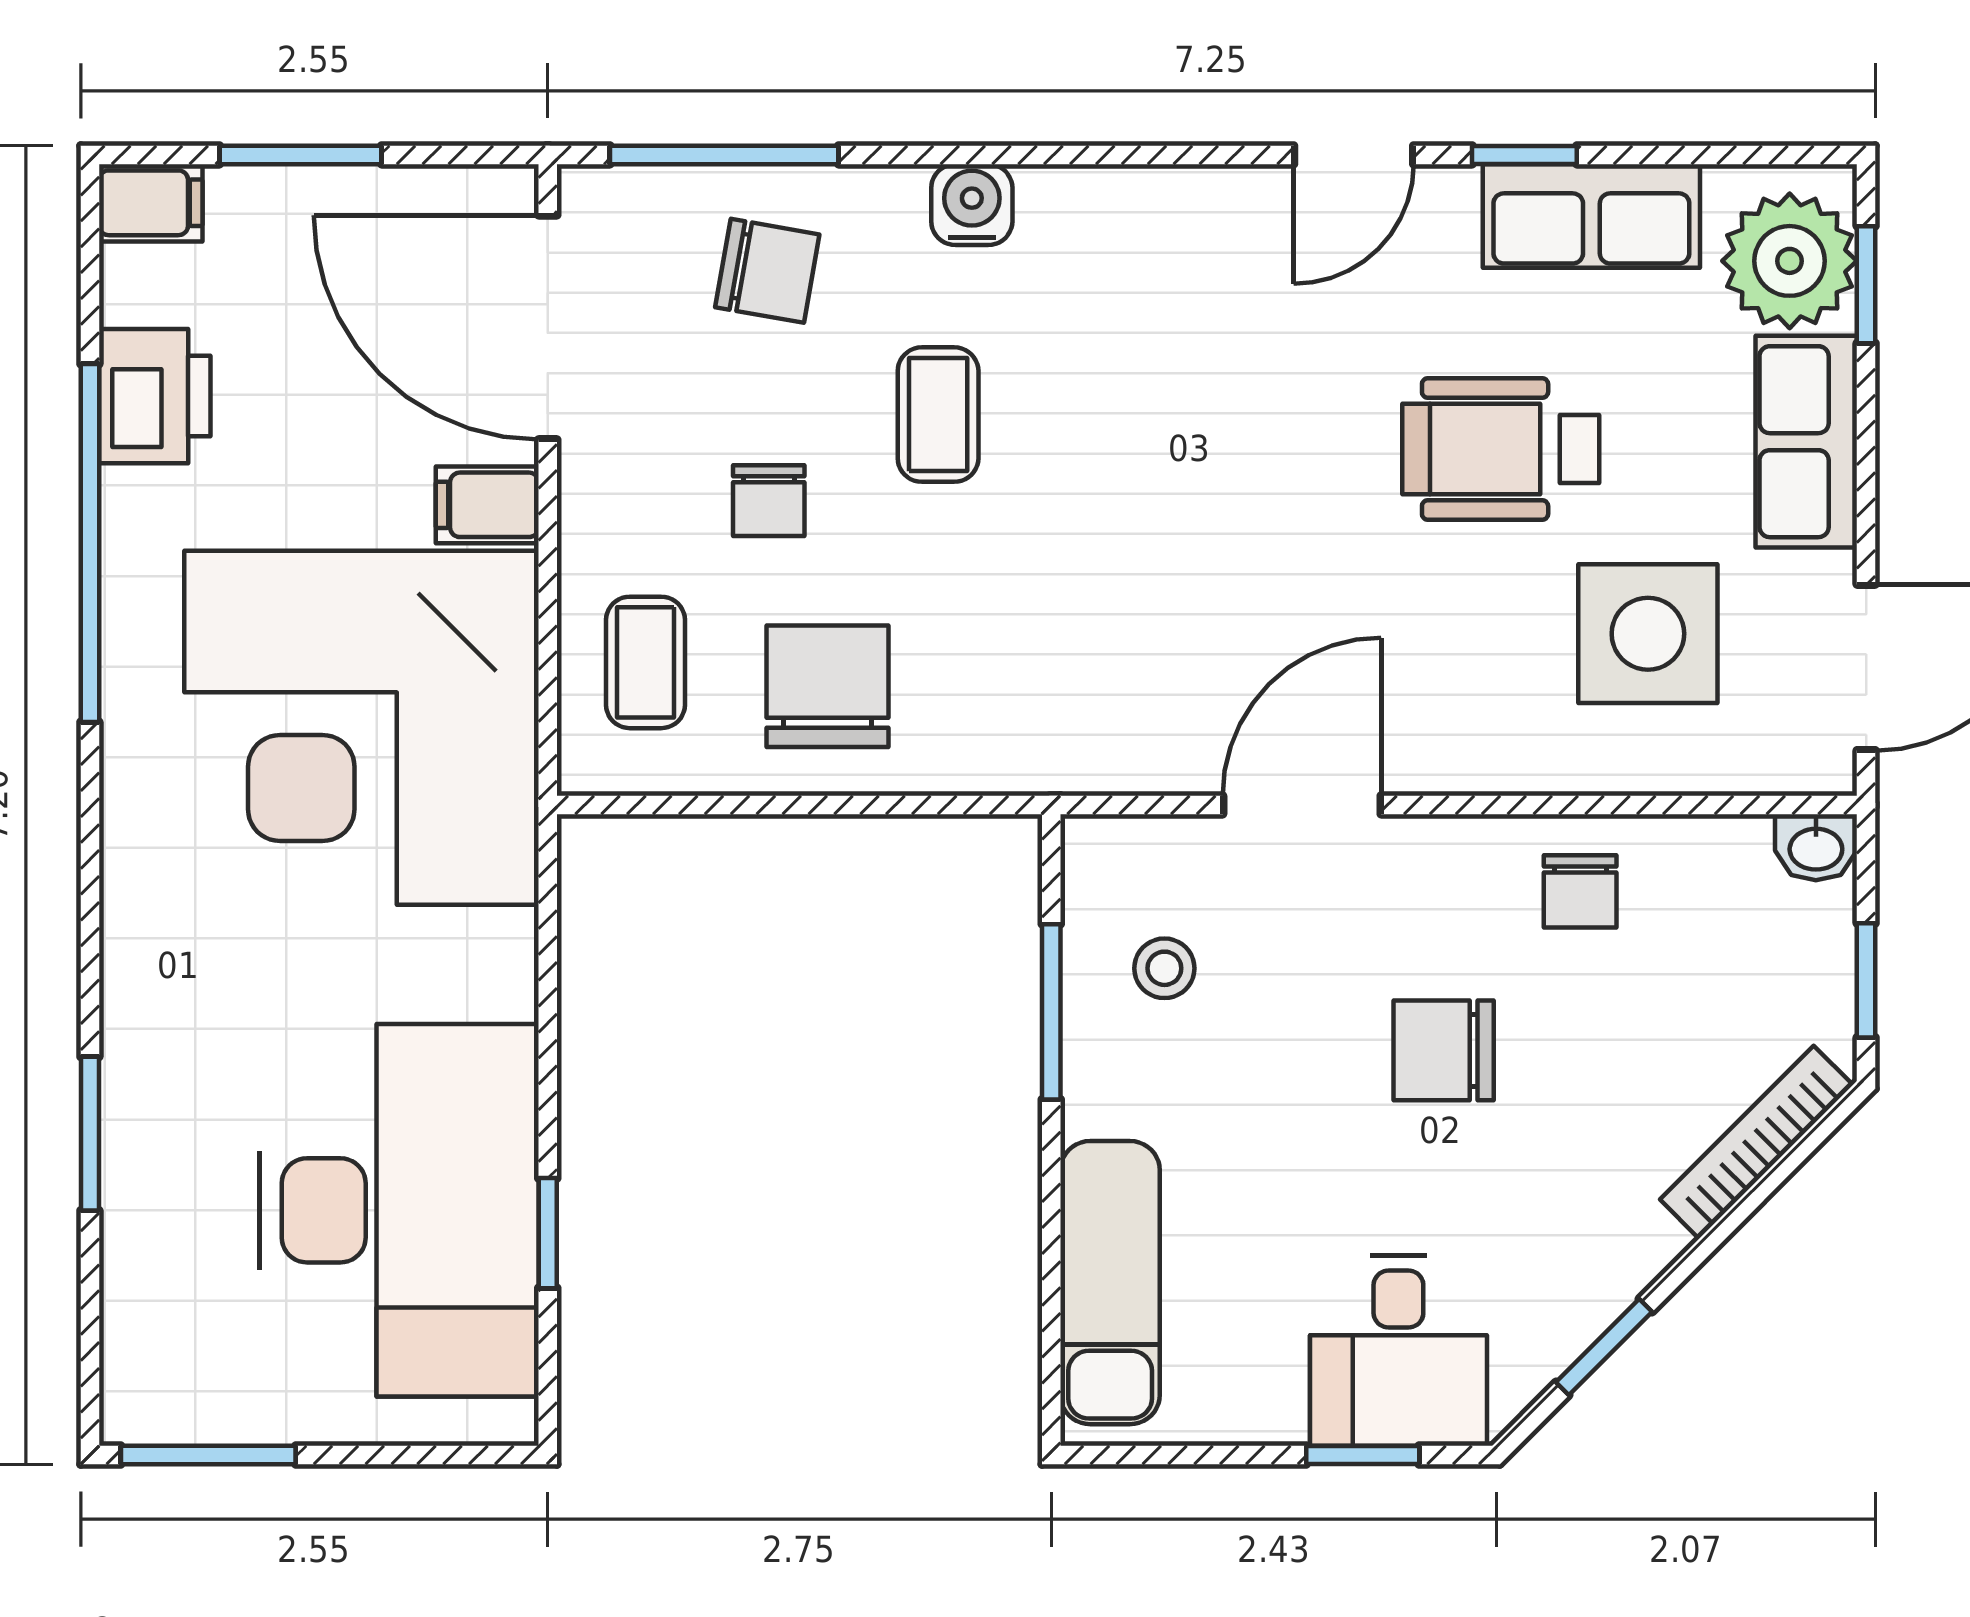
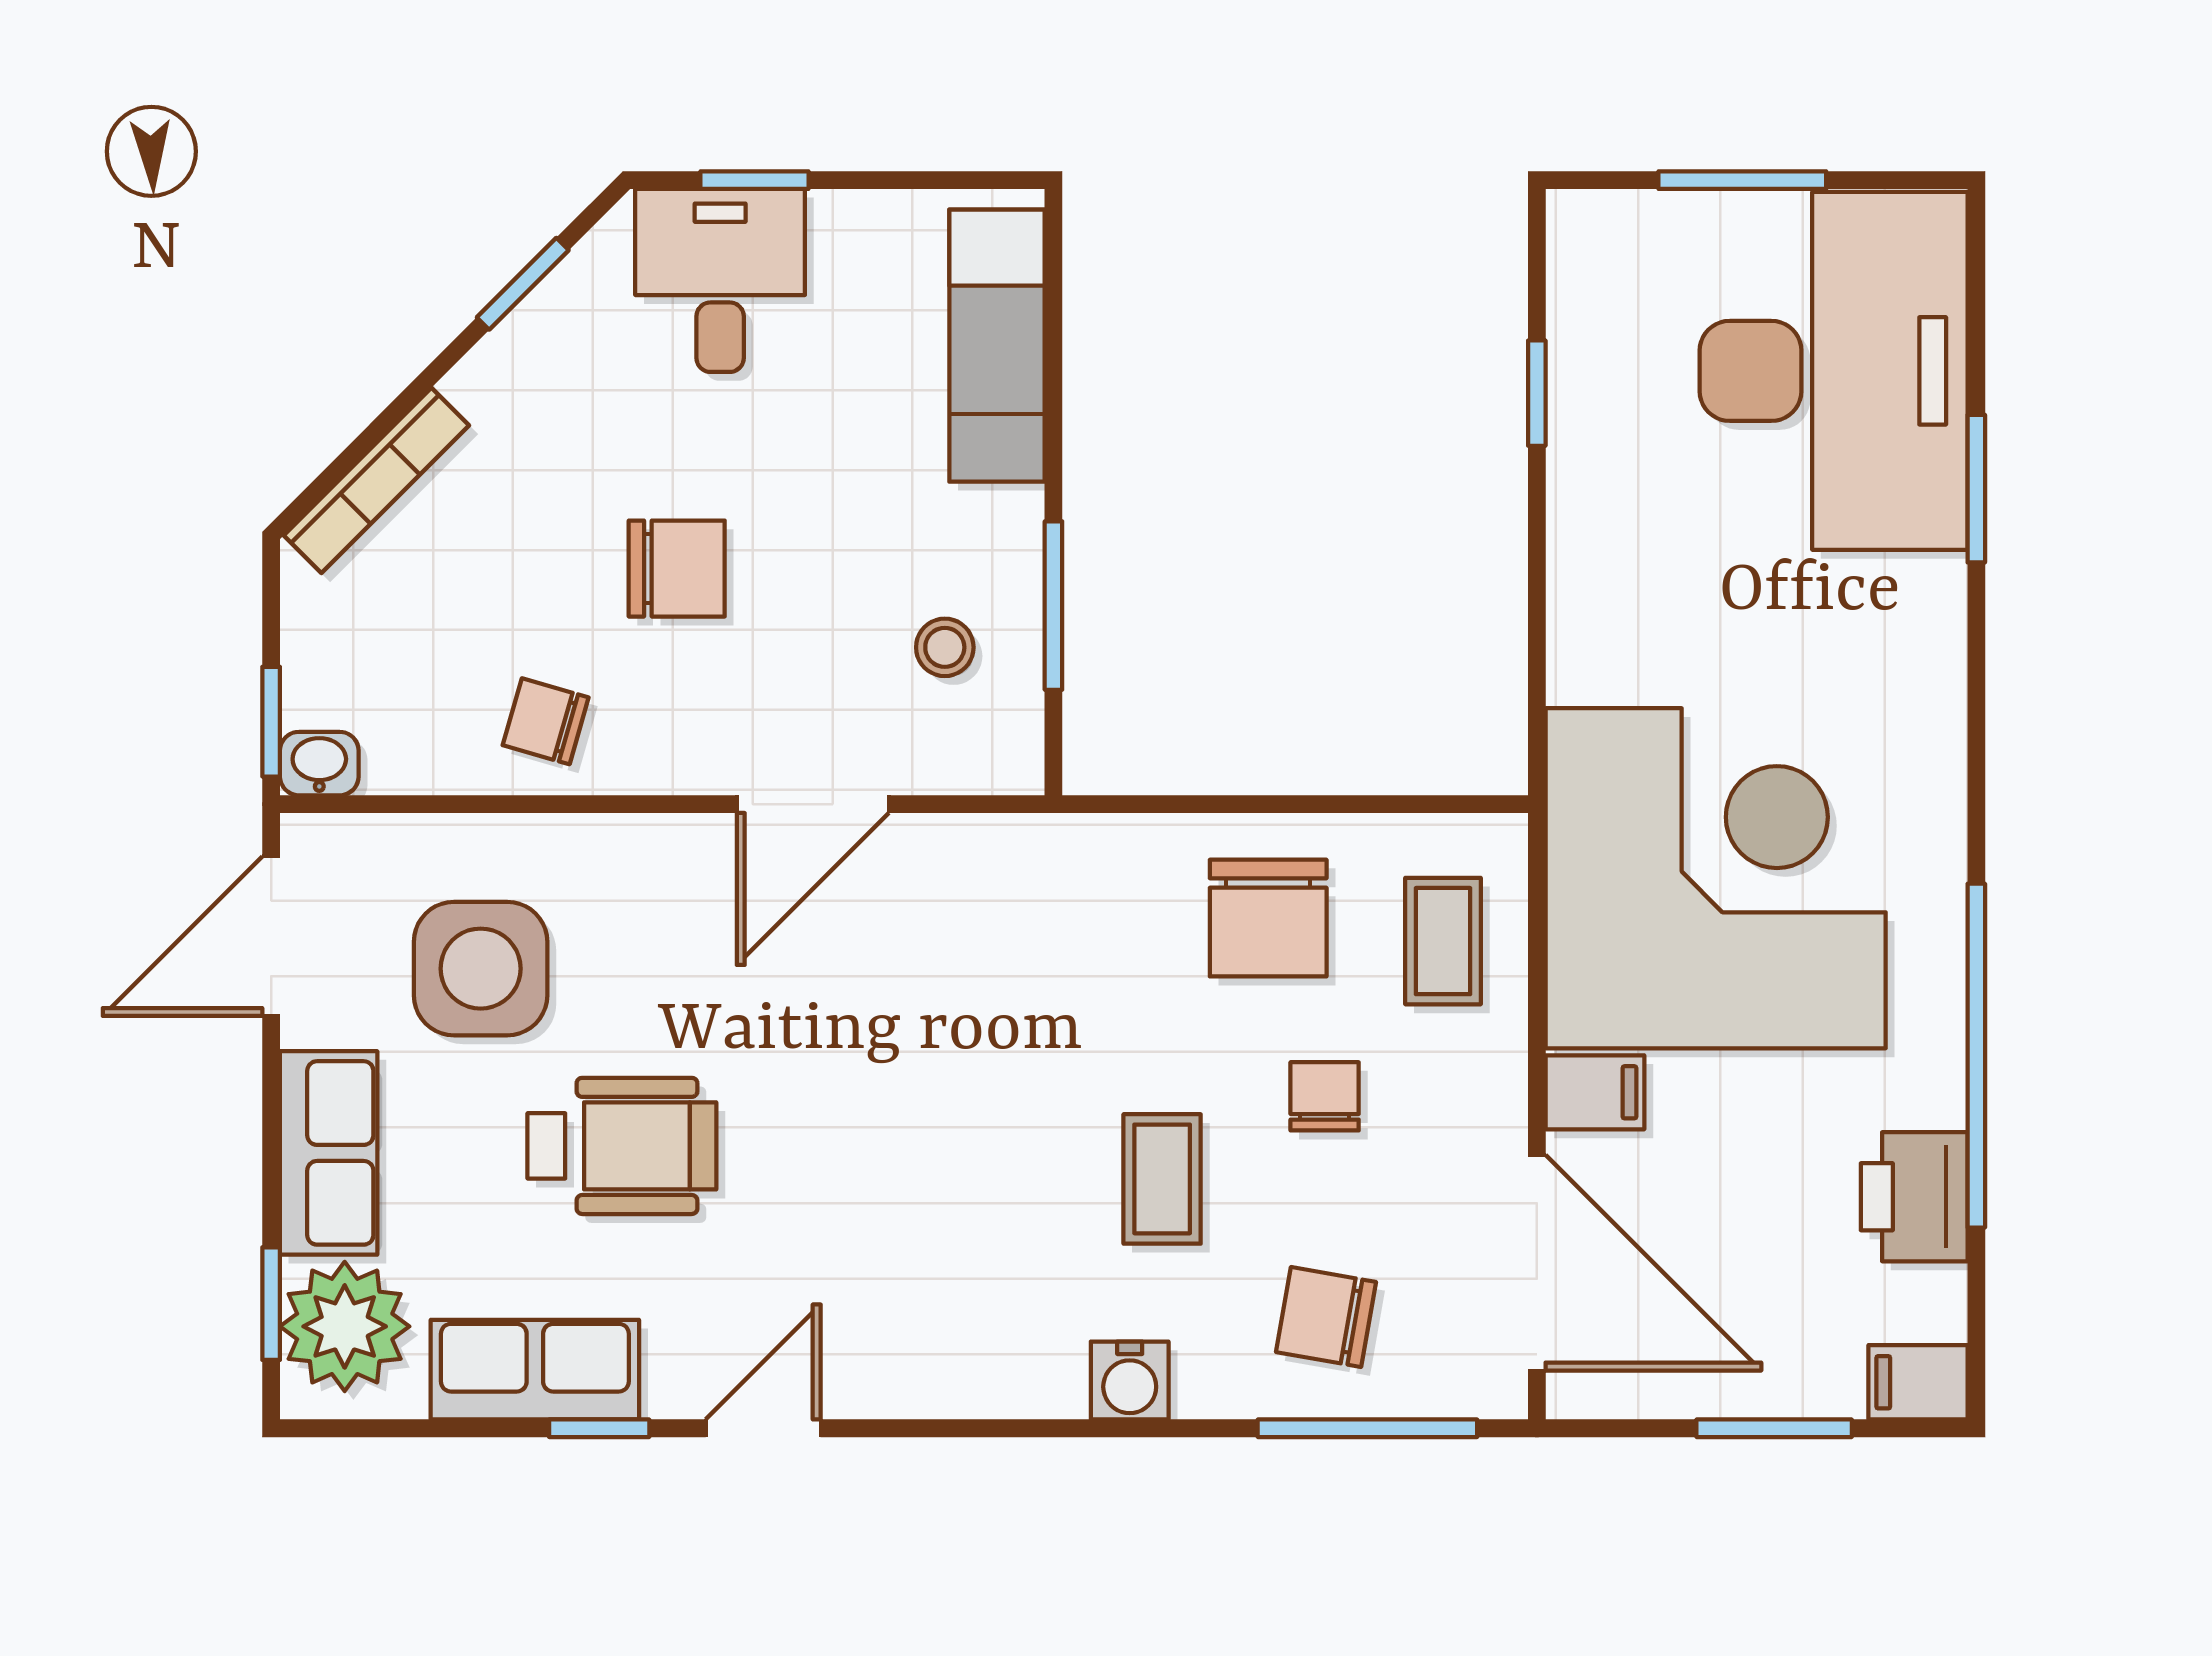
chair: (1580, 891) -> (546, 721), turned -74
window: (1866, 980) -> (271, 722), moved
desk: (399, 1210) -> (1834, 371), moved, turned 180
window: (208, 1455) -> (1742, 180), moved

